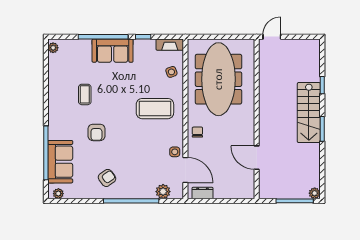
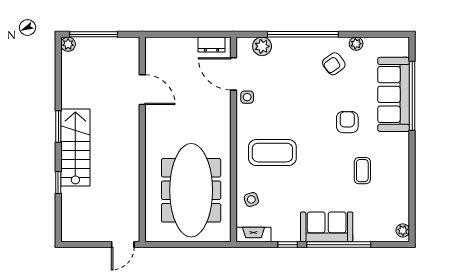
chair: (197, 132) -> (218, 122), removed
sofa: (60, 162) -> (394, 94), width x1.36
plant: (58, 194) -> (356, 44), moved

